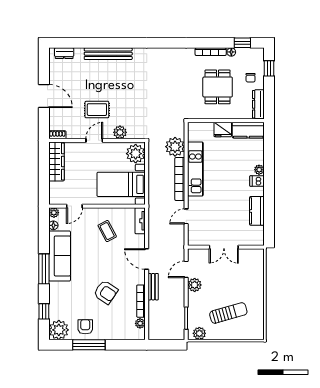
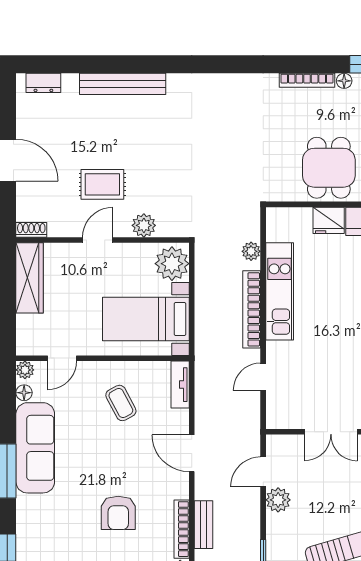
dining table: (218, 87) -> (329, 168), moved
plant: (175, 147) -> (251, 251), width x0.53, depth x0.53
bench: (153, 287) -> (204, 525), moved
armchair: (106, 292) -> (118, 513), turned 56

